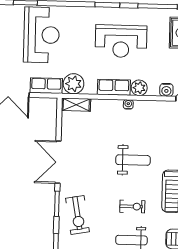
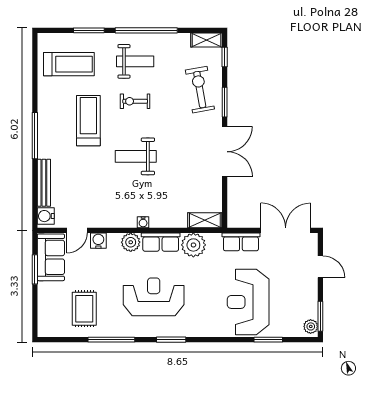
plant: (74, 84) -> (193, 245), moved

